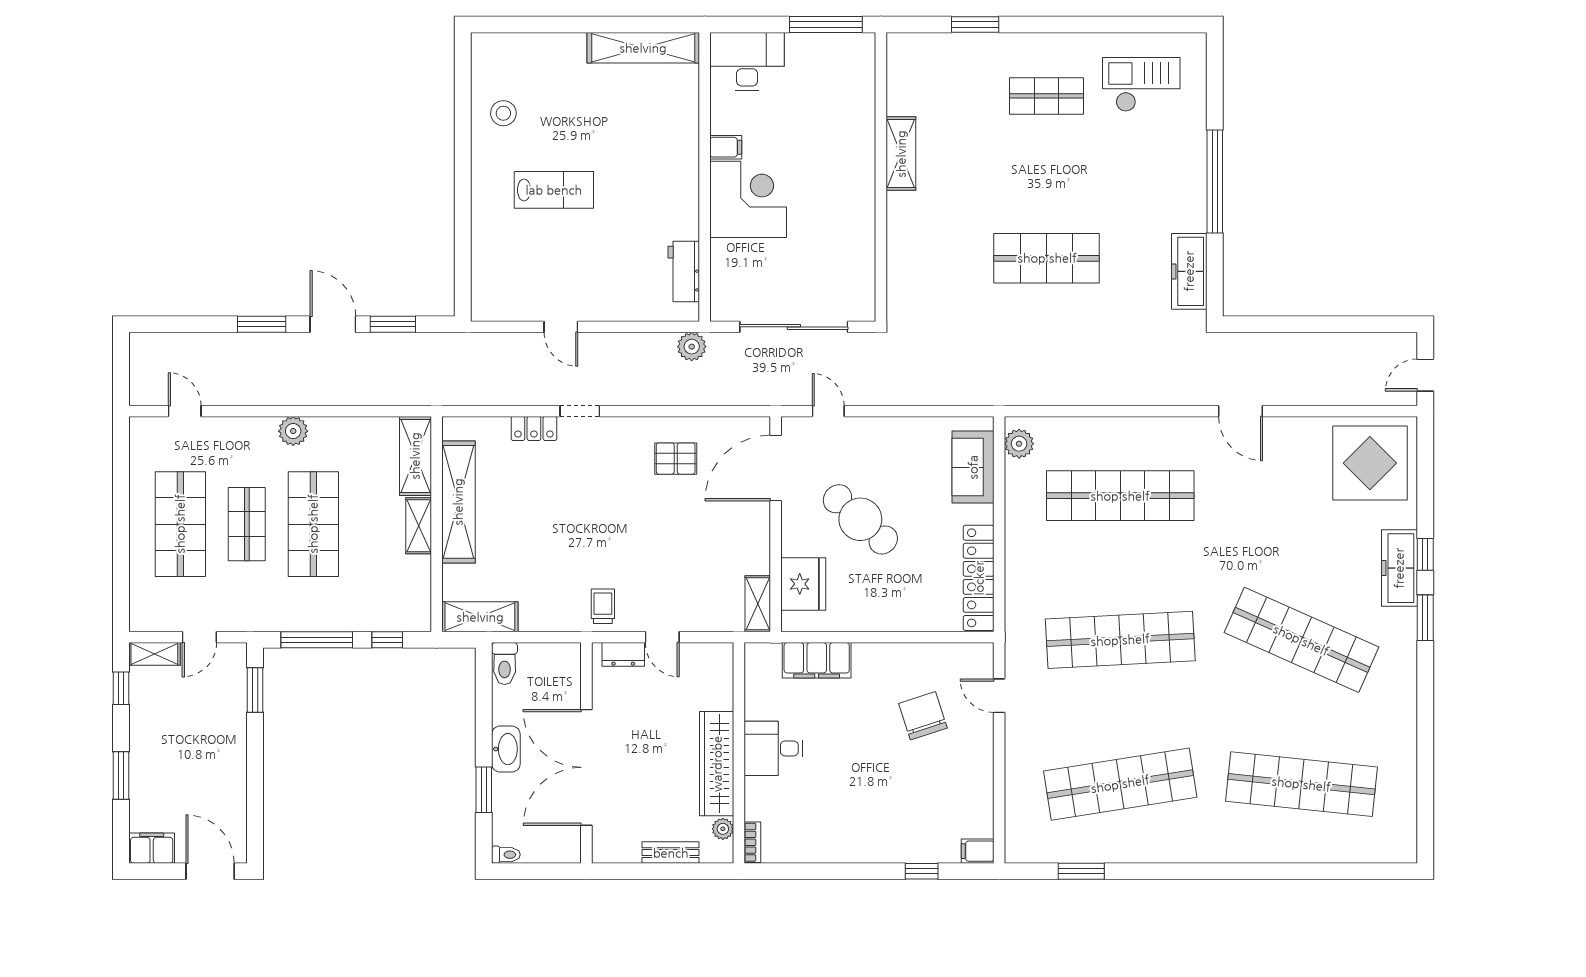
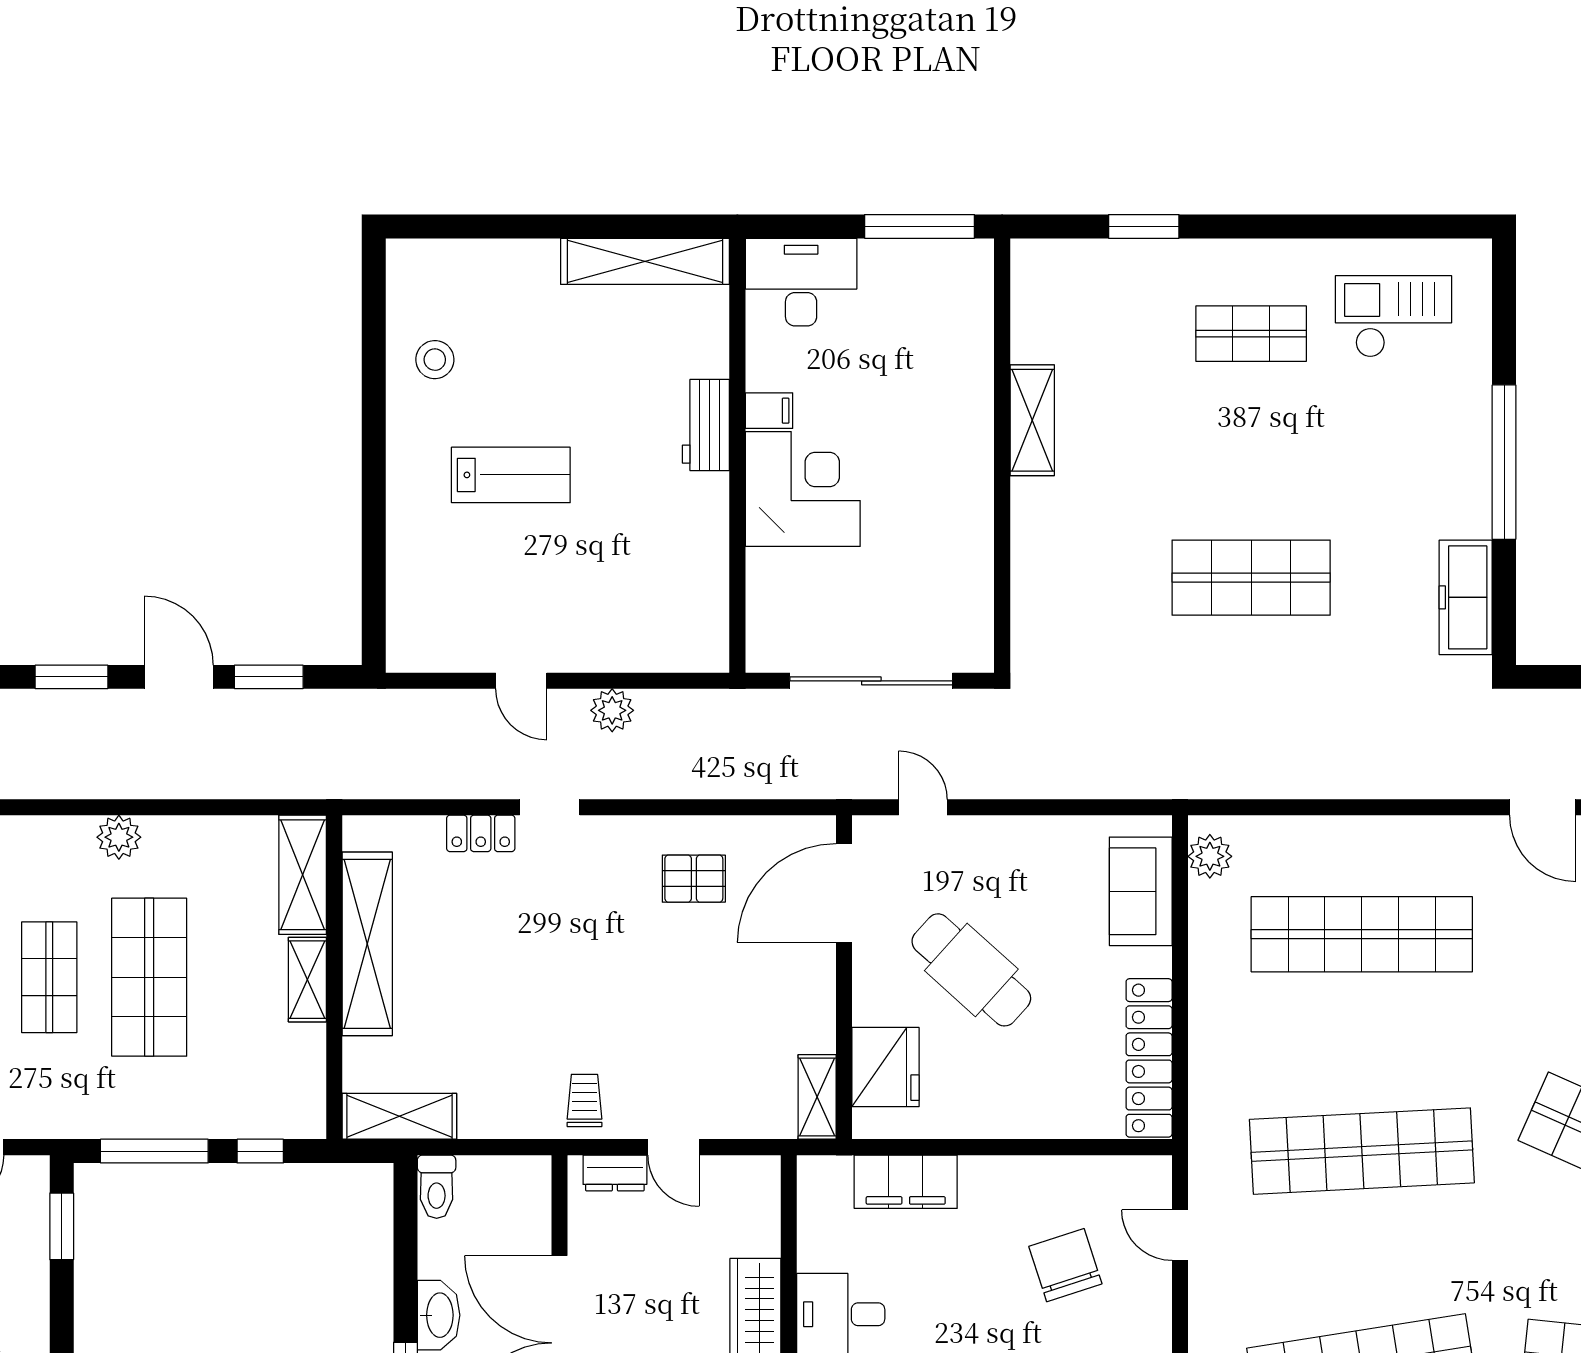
workbench: (684, 271) -> (706, 425), moved
plant: (692, 347) -> (612, 710), moved

